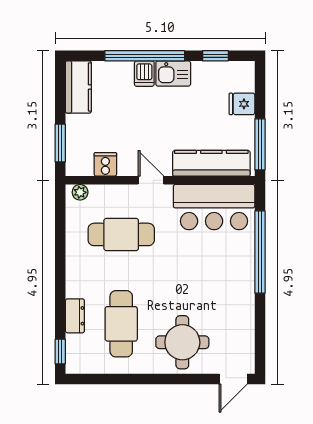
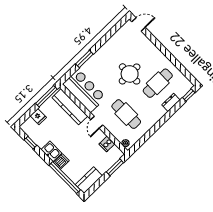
window: (145, 56) -> (65, 178), moved
window: (260, 252) -> (84, 59), width x0.47
round table: (182, 342) -> (130, 74), moved

